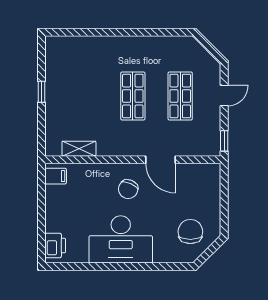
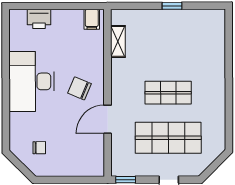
shop shelf: (180, 96) -> (168, 138), width x1.43, depth x1.36
chair: (190, 232) -> (39, 148), width x0.54, depth x0.54
printer: (55, 246) -> (39, 19), moved

